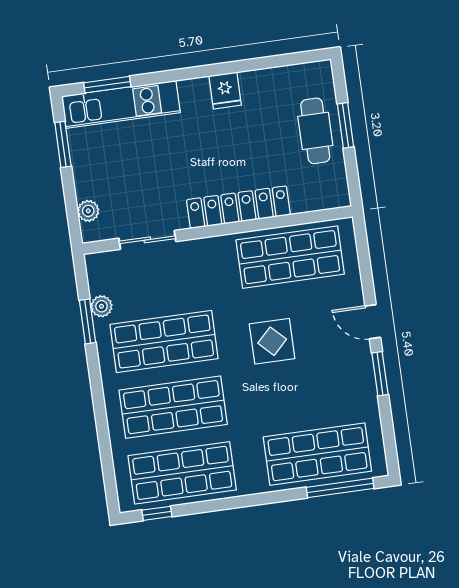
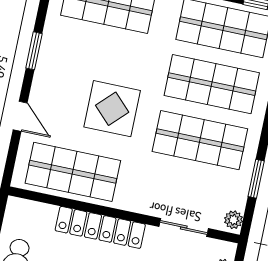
plant: (101, 306) -> (233, 220), moved
door: (373, 322) -> (20, 116), moved
display table: (272, 341) -> (112, 109), width x1.36, depth x1.36

